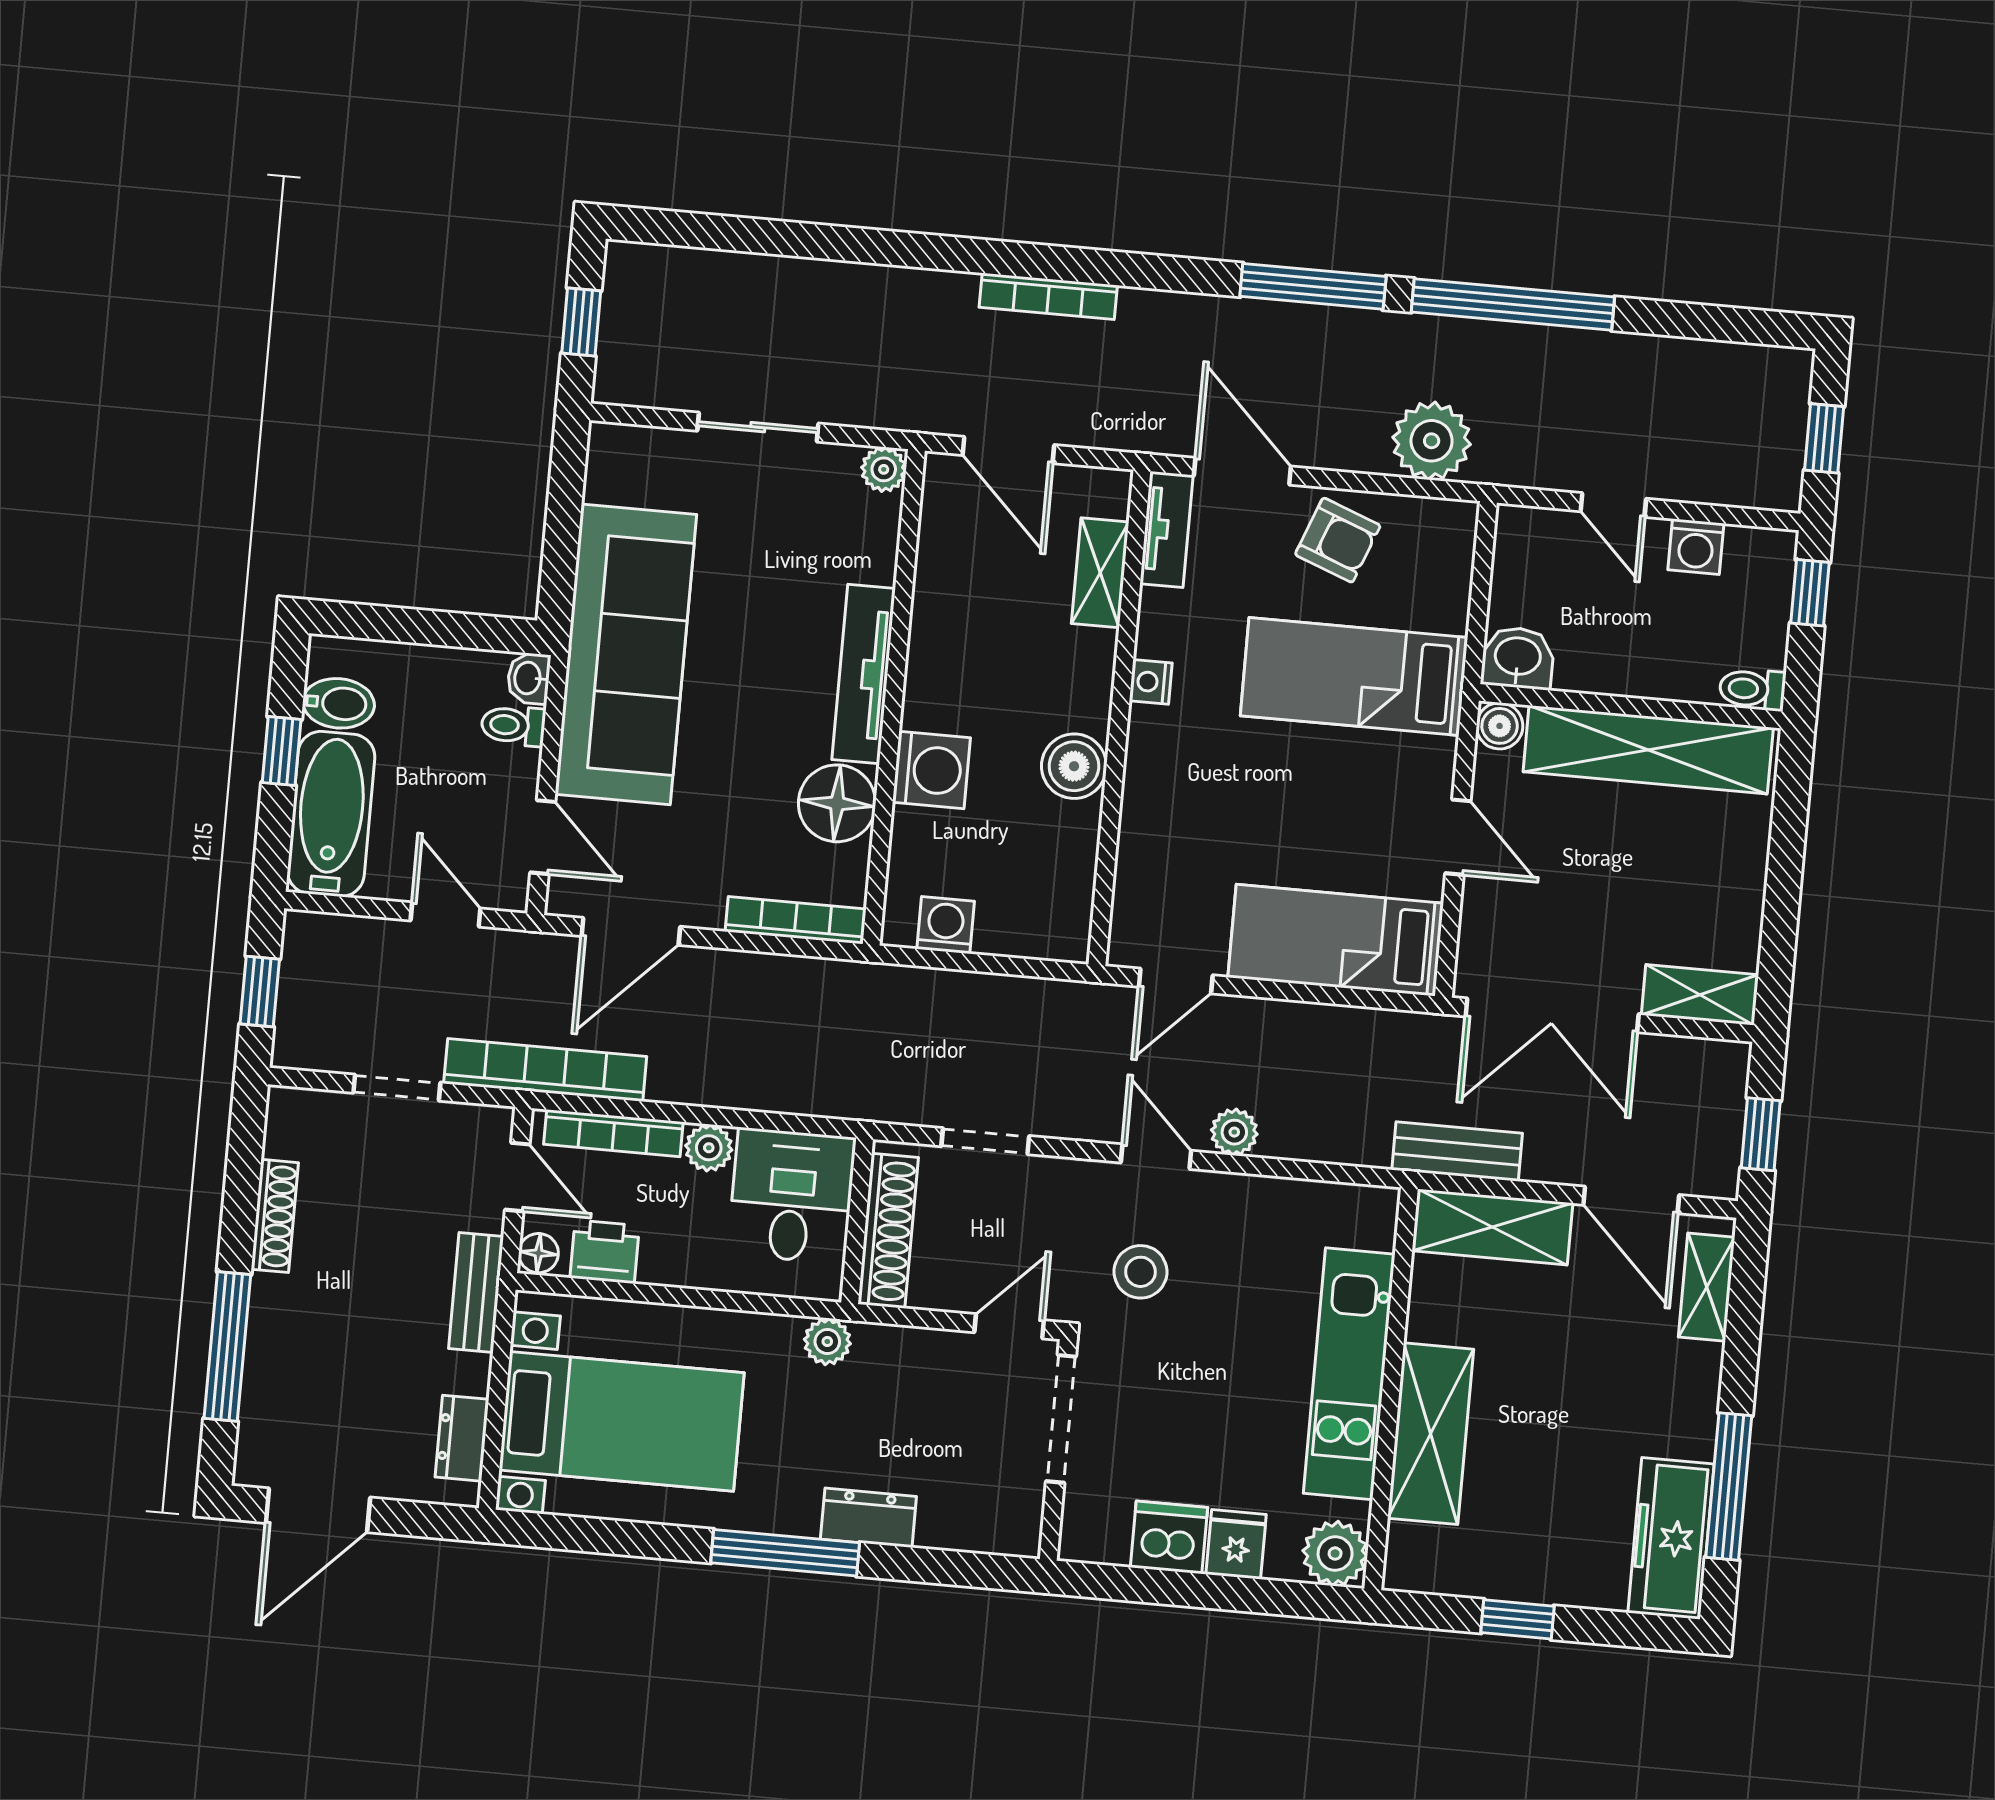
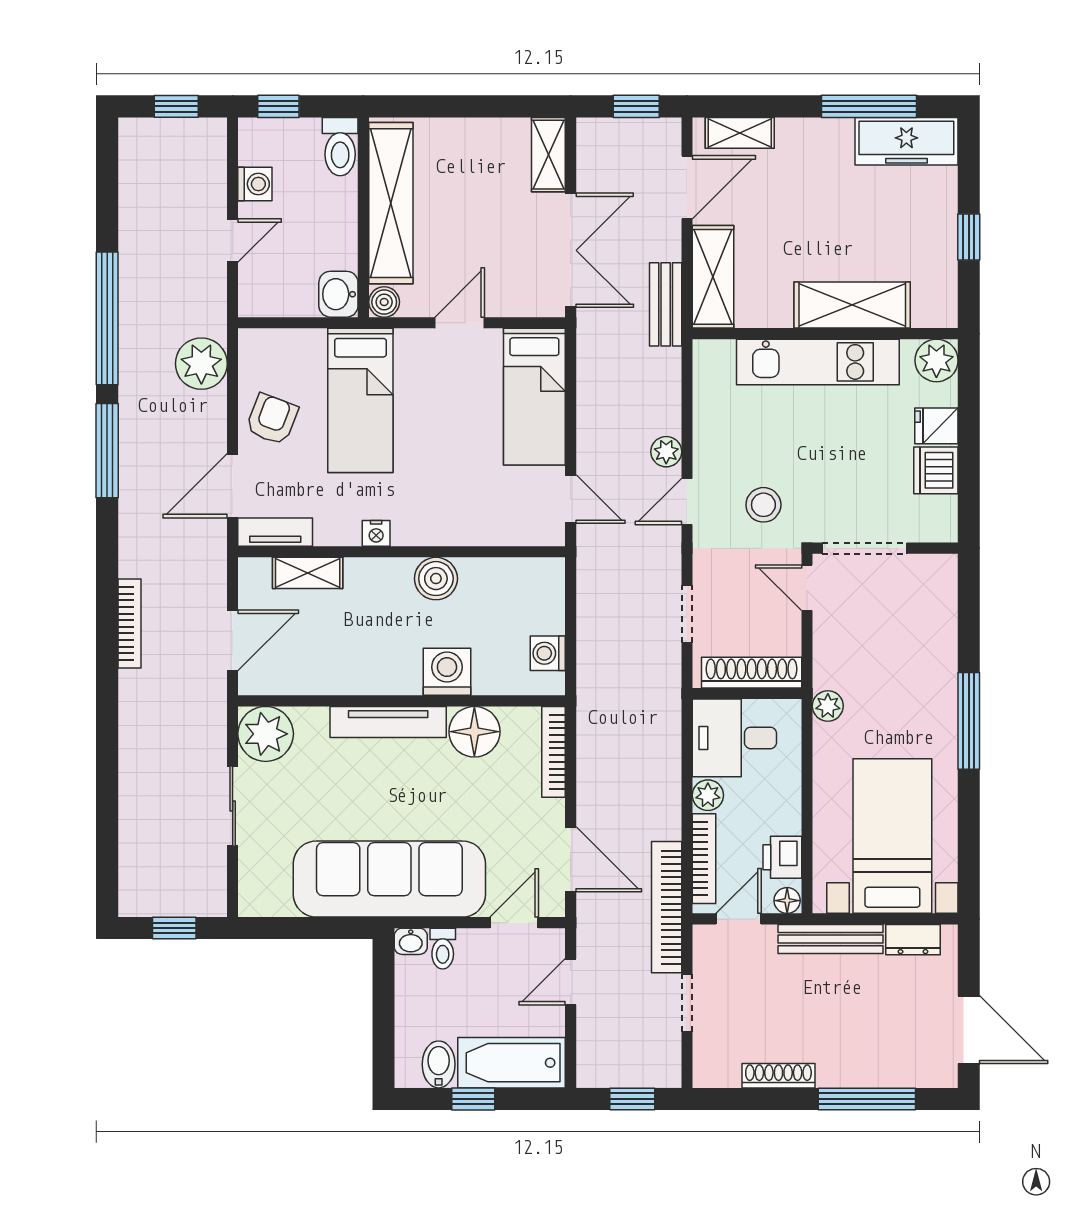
plant: (884, 469) -> (266, 734), width x1.88, depth x1.88
toilet: (1752, 689) -> (340, 147), width x1.37, depth x1.39
bench: (476, 1292) -> (831, 939), width x1.36
dresser: (868, 1518) -> (941, 668), removed

